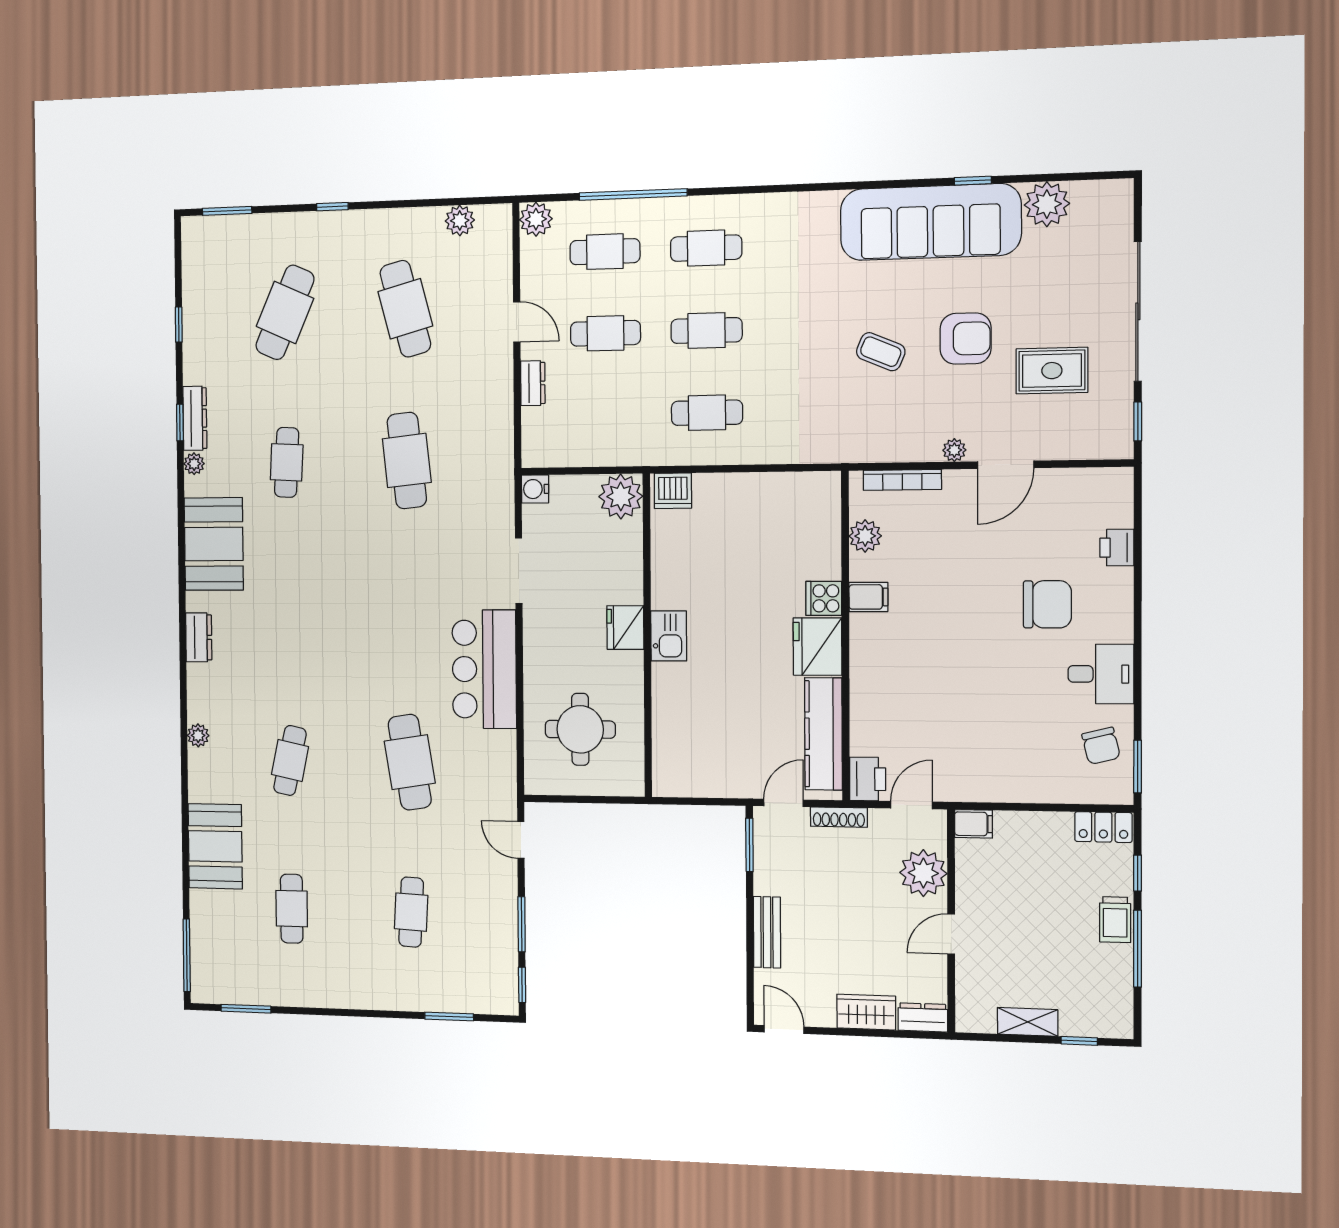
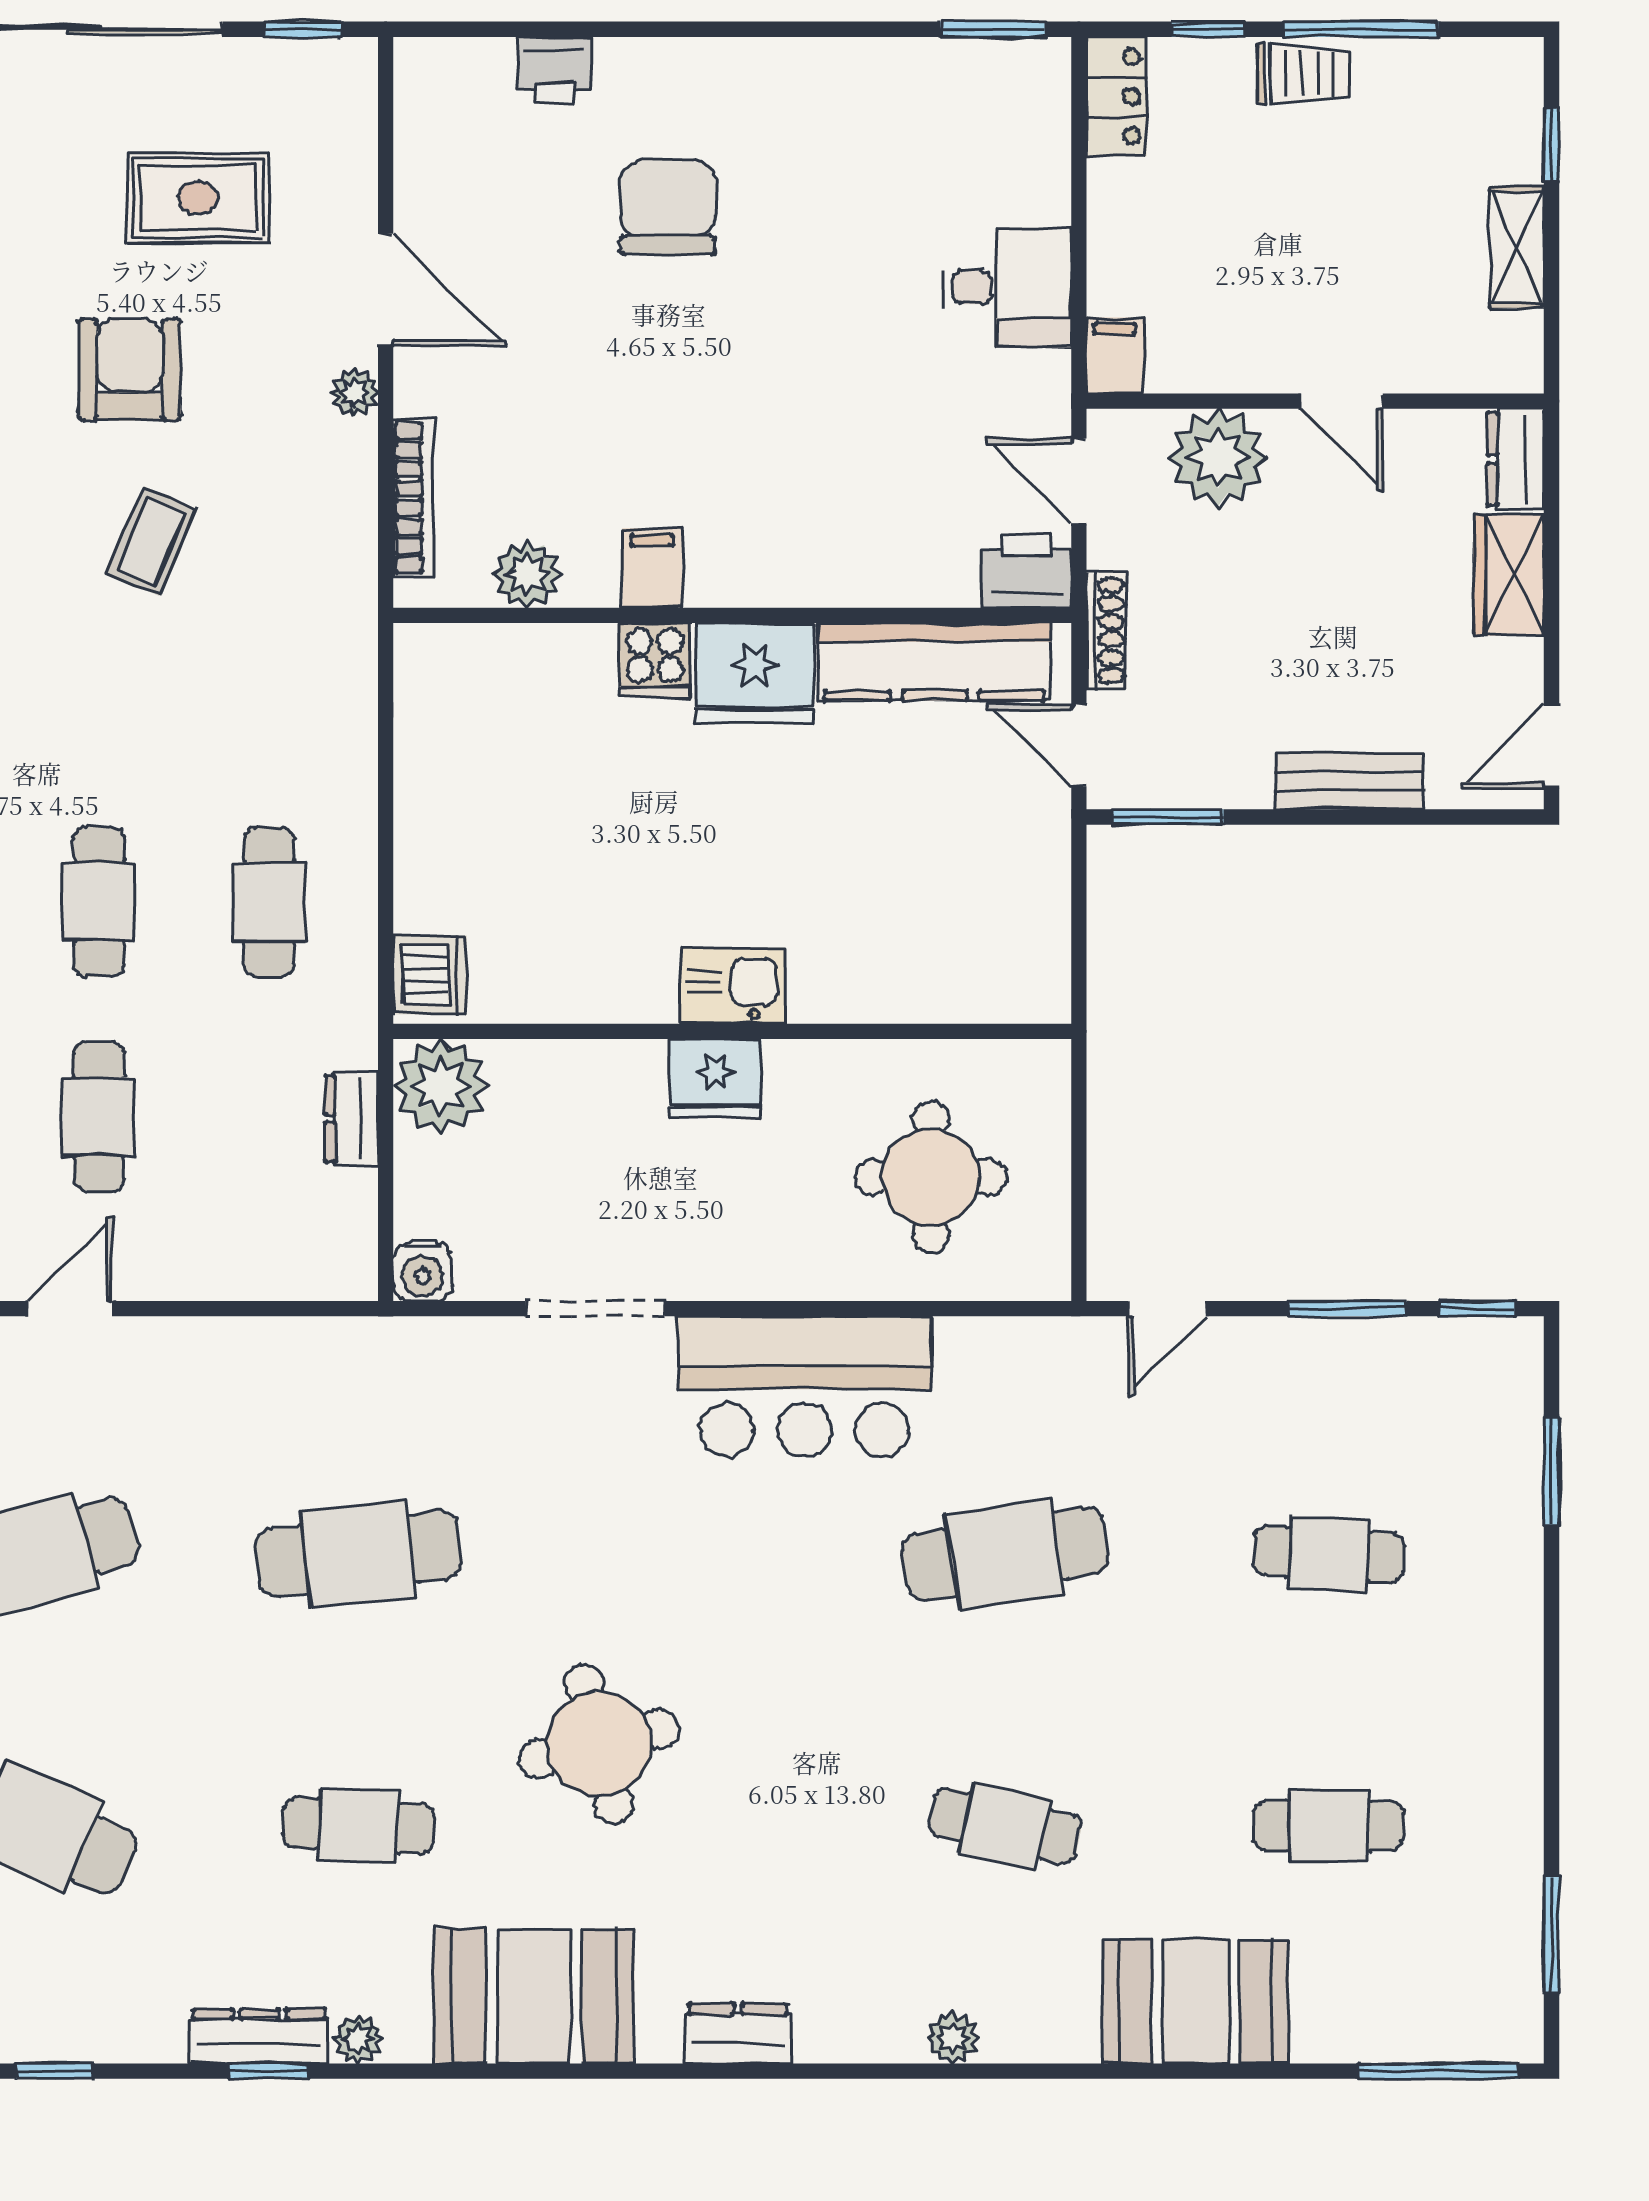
rug: (1052, 371) -> (198, 198), turned 90
dresser: (533, 383) -> (352, 1119), moved, turned -90
round table: (324, 573) -> (599, 1744), added
desk: (1101, 674) -> (1007, 287), moved, turned 90
chair: (1101, 746) -> (953, 101), removed

